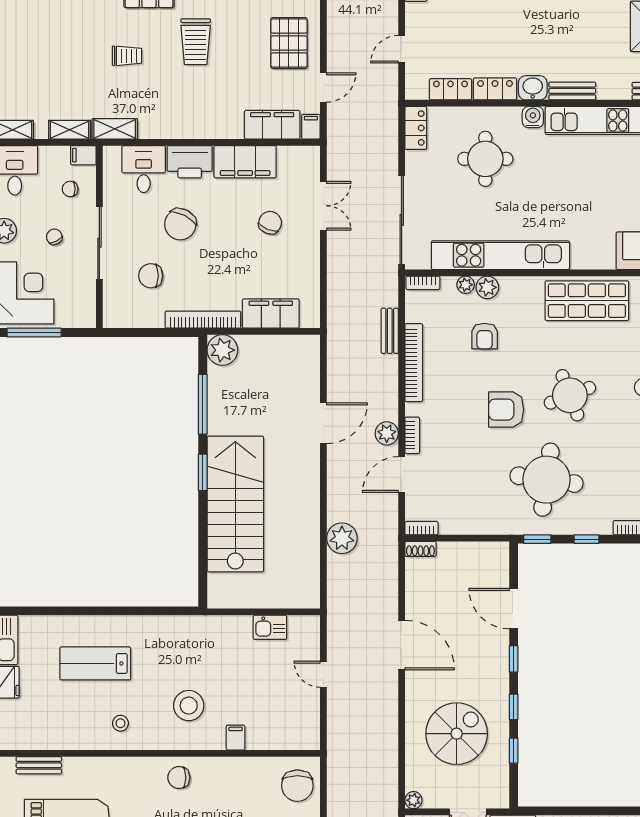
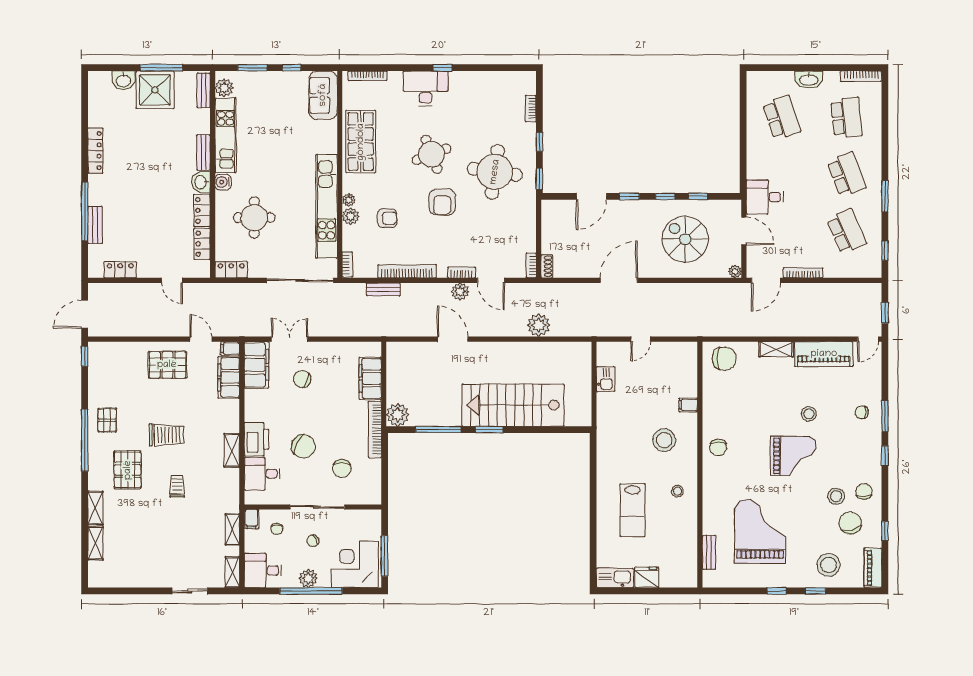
shelving: (115, 129) -> (232, 450), moved
filing cabinet: (245, 162) -> (256, 365), moved
plant: (466, 285) -> (349, 200), moved

